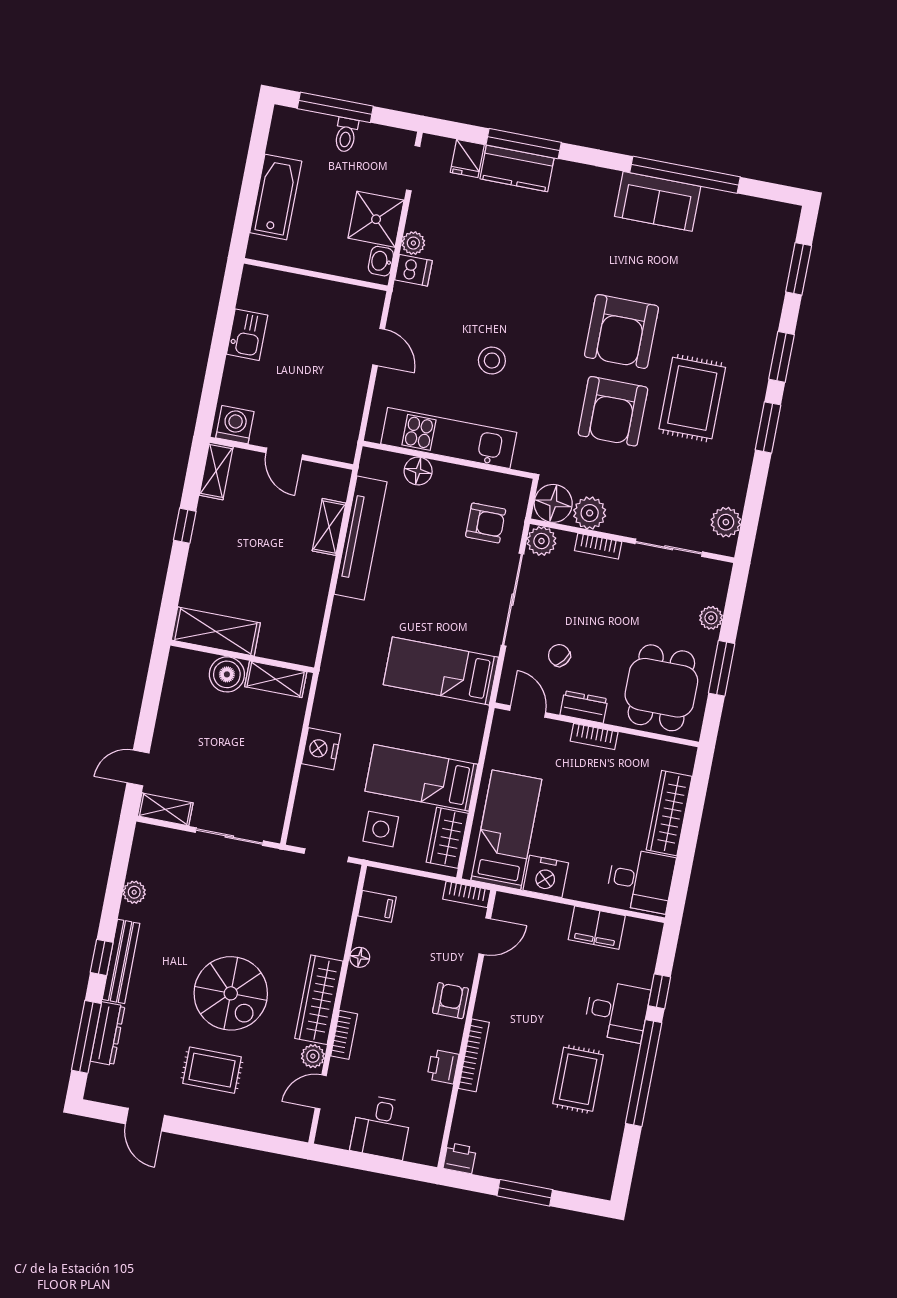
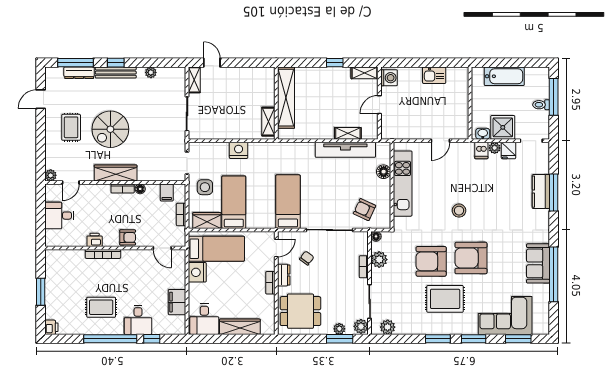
fridge: (467, 158) -> (509, 151), moved, turned -90
corner sofa: (748, 286) -> (505, 315), added
stool: (492, 361) -> (459, 211), moved
floor lamp: (553, 503) -> (376, 236), width x0.53, depth x0.53
armchair: (486, 523) -> (365, 210), turned 115
plant: (541, 541) -> (361, 326), moved
shelving: (216, 632) -> (286, 98), width x1.47
window: (722, 668) -> (340, 339), moved
boiler: (227, 674) -> (266, 97), removed
bookcase: (467, 894) -> (181, 215), moved
bookcase: (344, 1035) -> (123, 189), moved
plant: (313, 1056) -> (51, 175), moved
door: (321, 1092) -> (71, 183), swing flipped
printer: (460, 1158) -> (51, 327), moved

